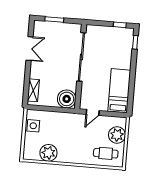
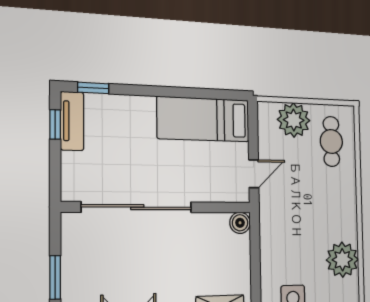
tv unit: (121, 32) -> (72, 121), added
boiler: (67, 99) -> (240, 223), width x0.54, depth x0.54
door: (93, 112) -> (254, 174), hinge flipped

